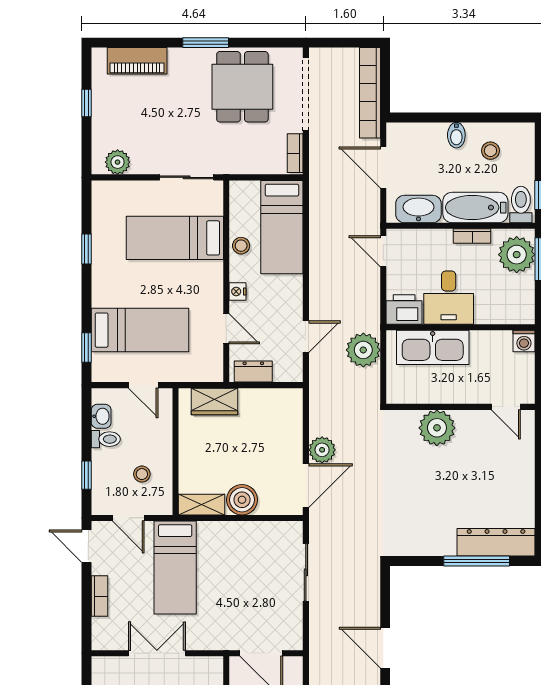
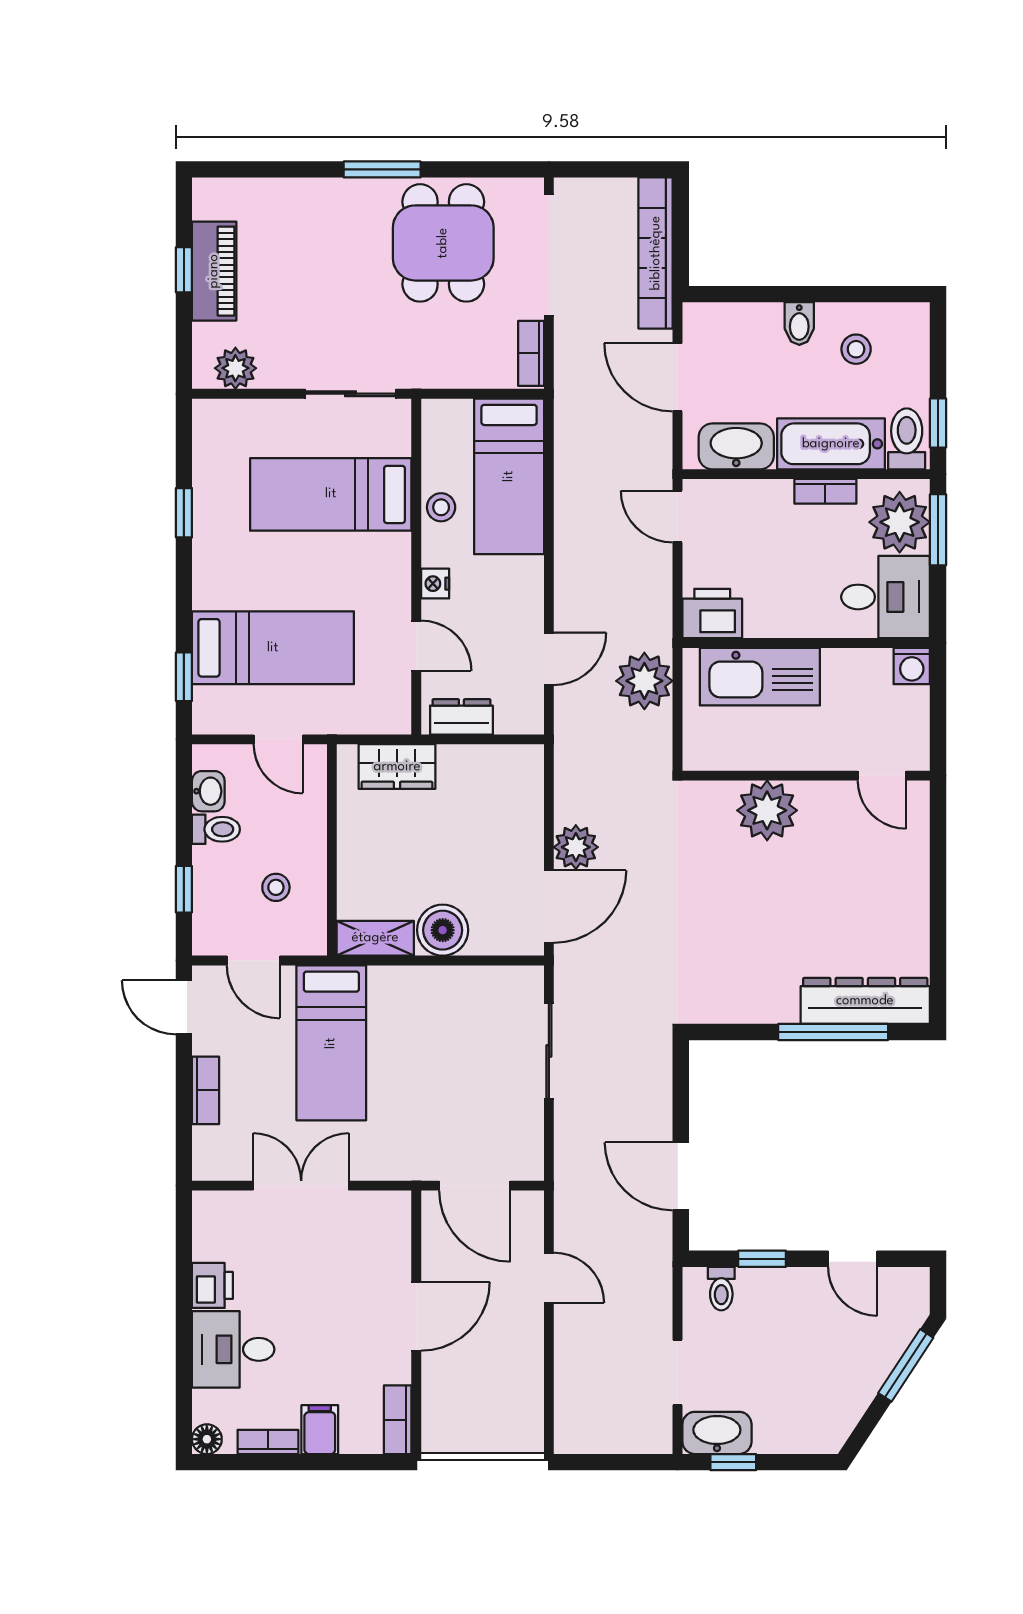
piano: (137, 61) -> (214, 271), moved, turned -90
desk: (449, 298) -> (886, 597), moved, turned -90

